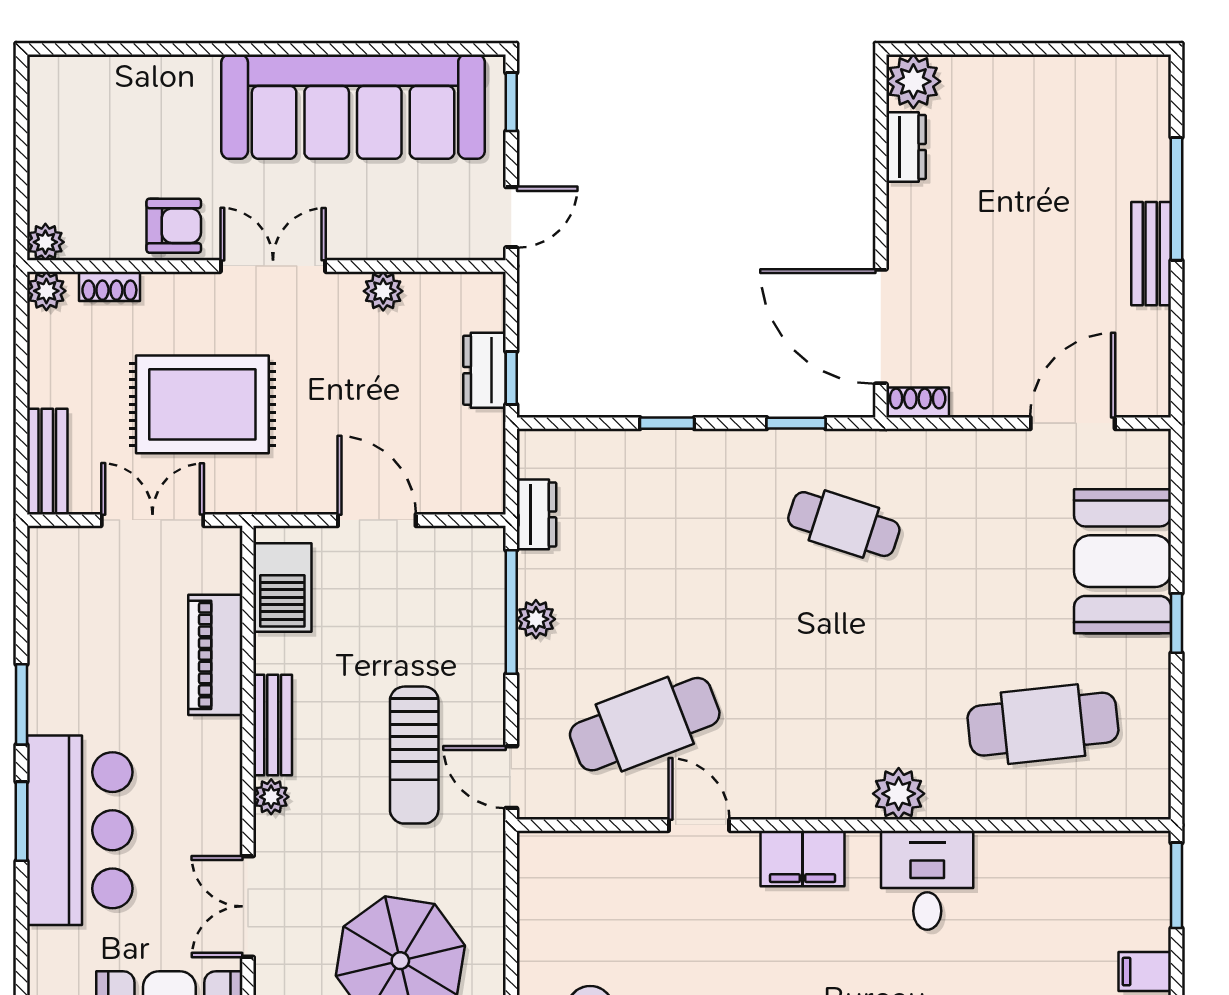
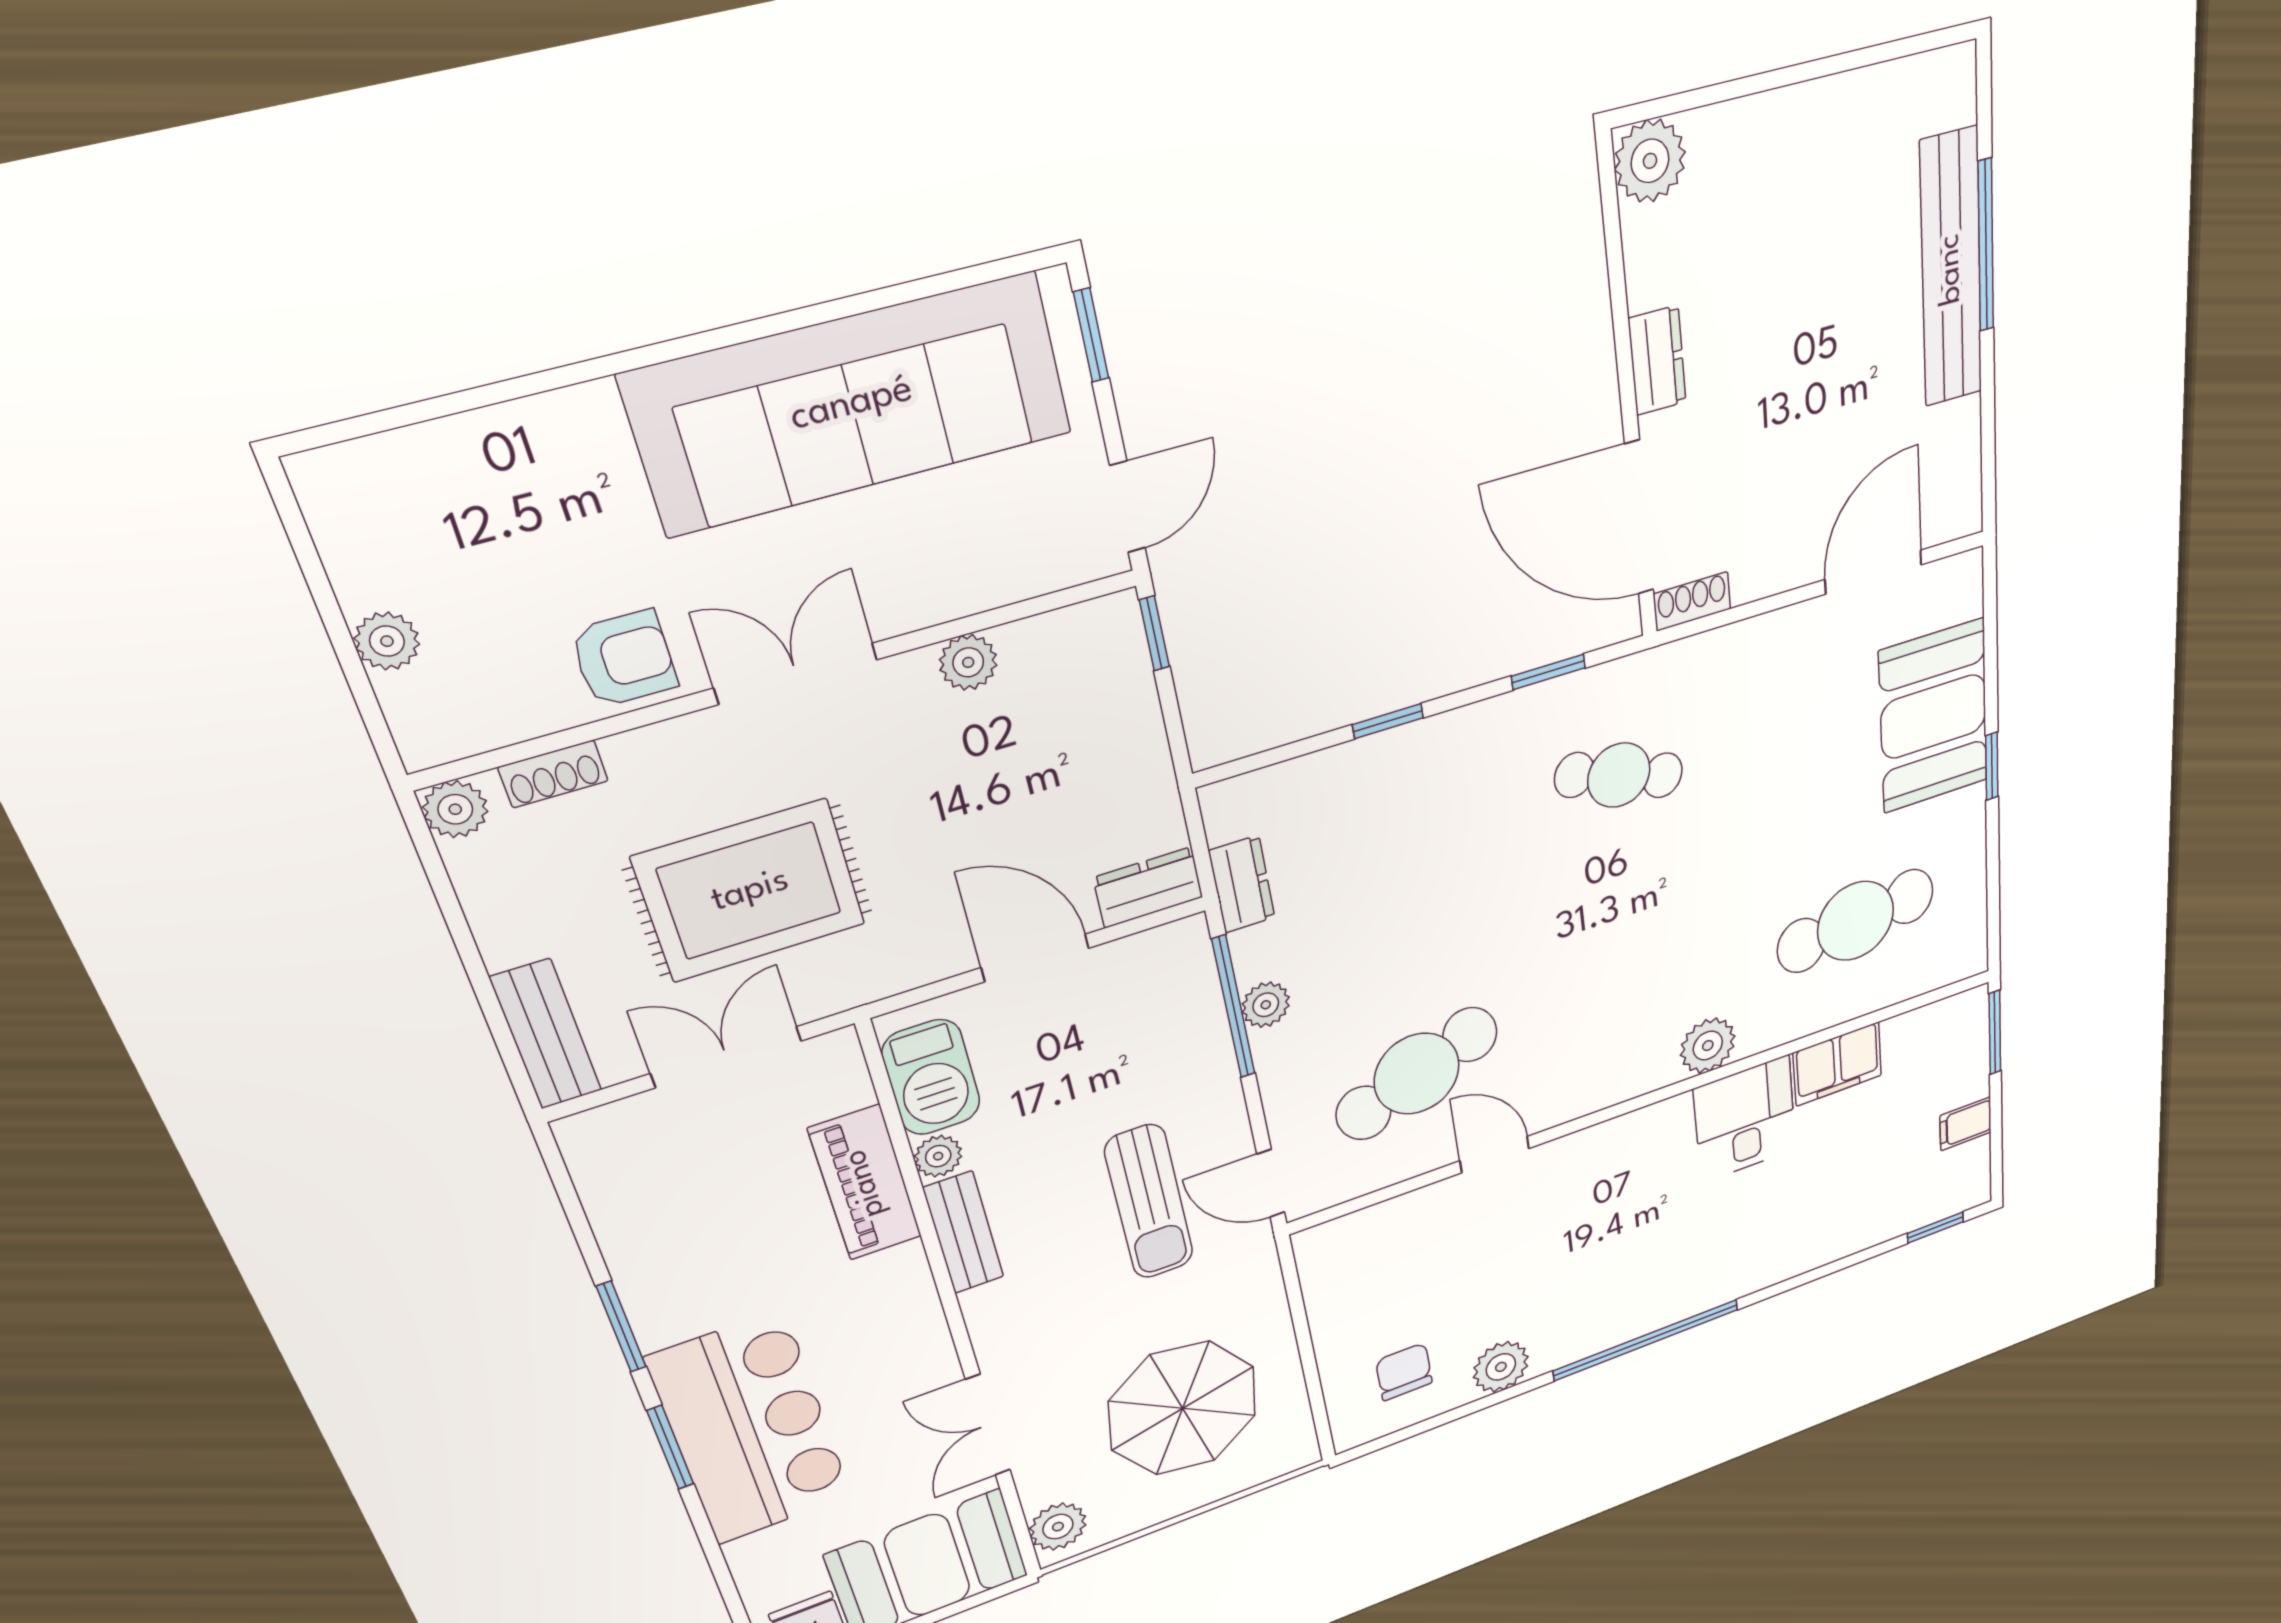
dresser: (906, 147) -> (1657, 361), moved
plant: (45, 242) -> (387, 641), moved
bench: (1151, 254) -> (1951, 269), width x1.86, depth x1.21
dresser: (485, 370) -> (1148, 887), moved, turned 90
window: (511, 378) -> (1154, 633), moved
plant: (271, 797) -> (938, 1156), moved
filing cabinet: (803, 859) -> (1837, 1064), moved

